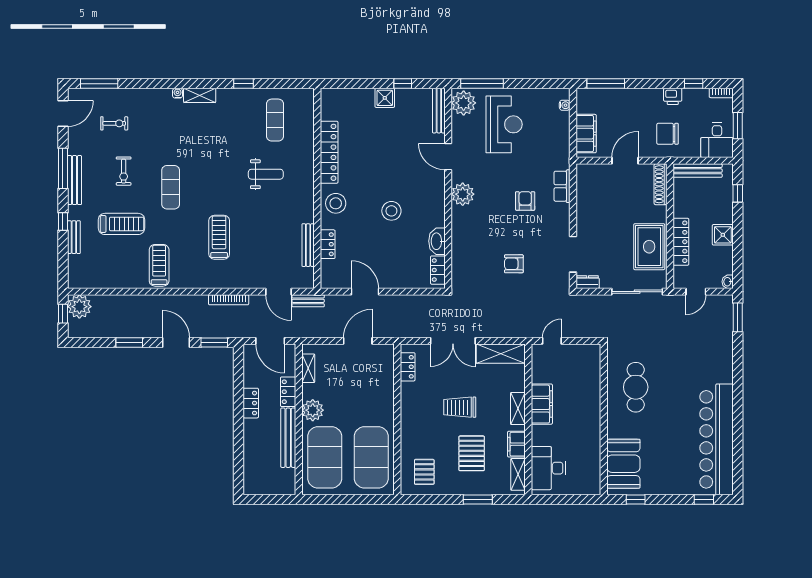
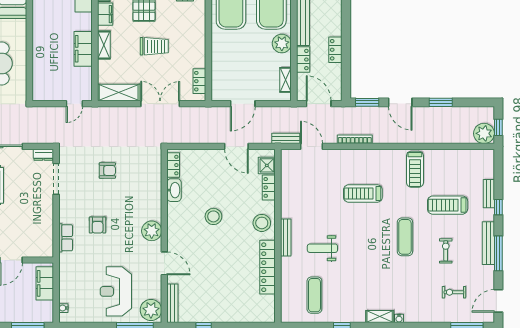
shower: (385, 98) -> (267, 165), moved
treadmill: (219, 237) -> (363, 194), turned 90
bench: (308, 245) -> (286, 237), moved

